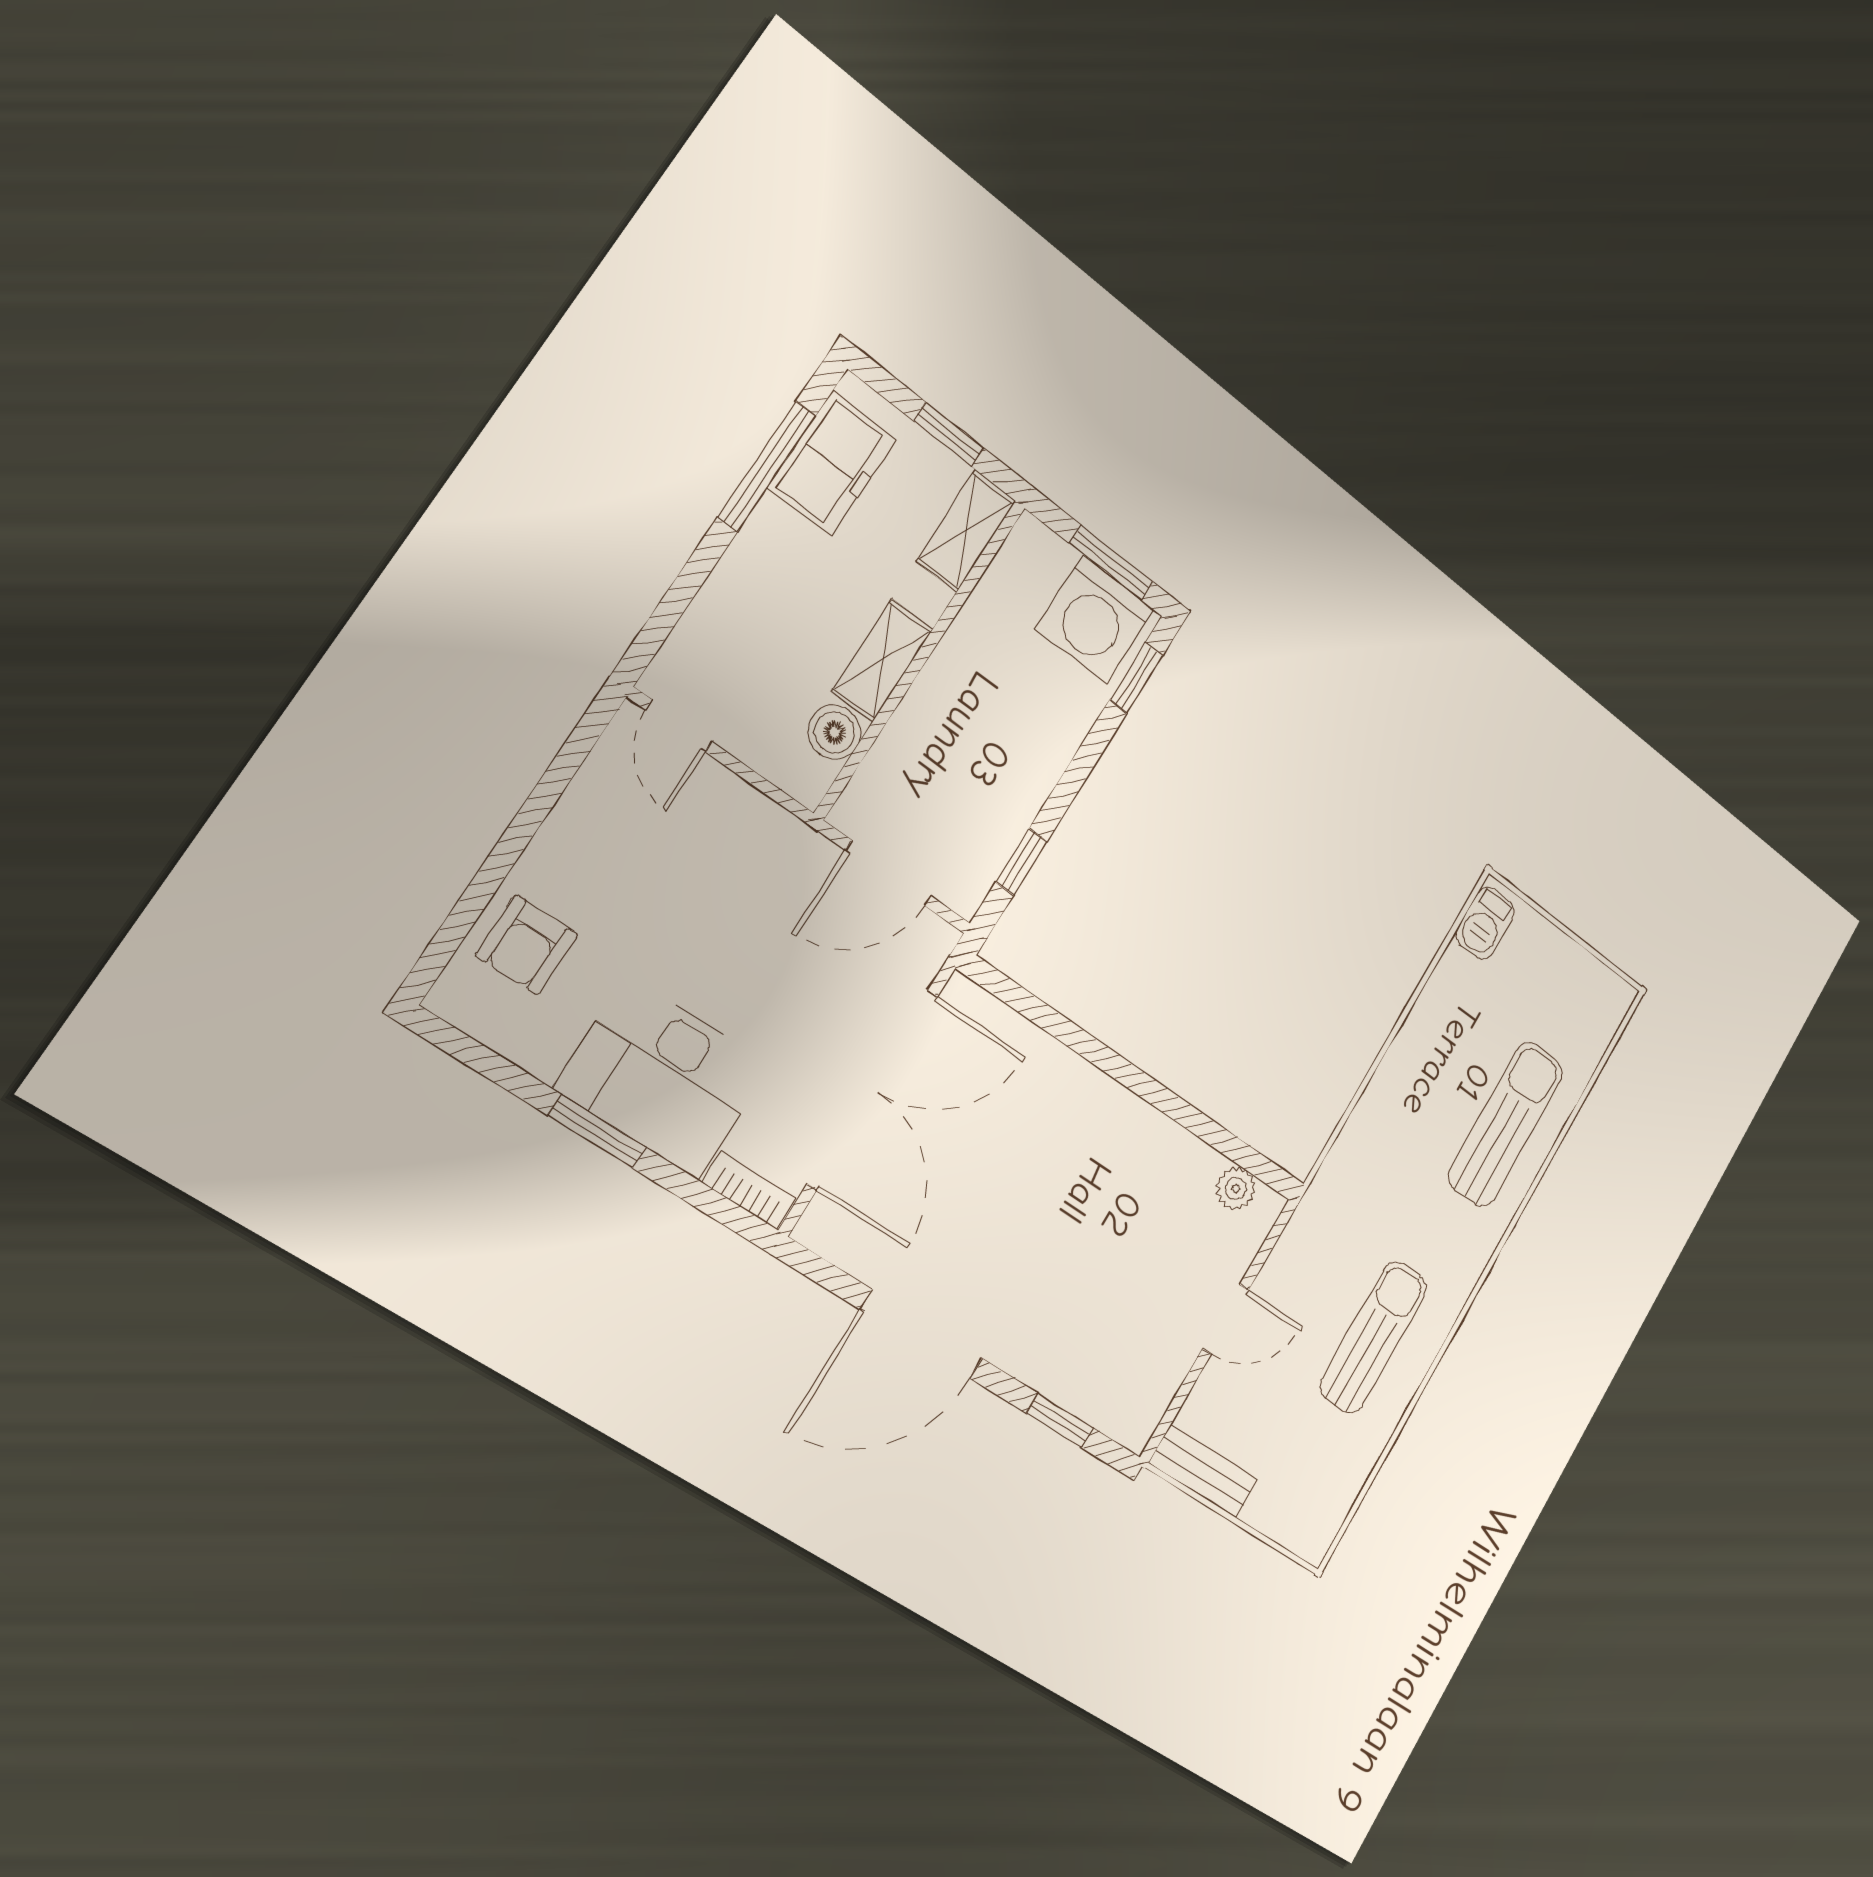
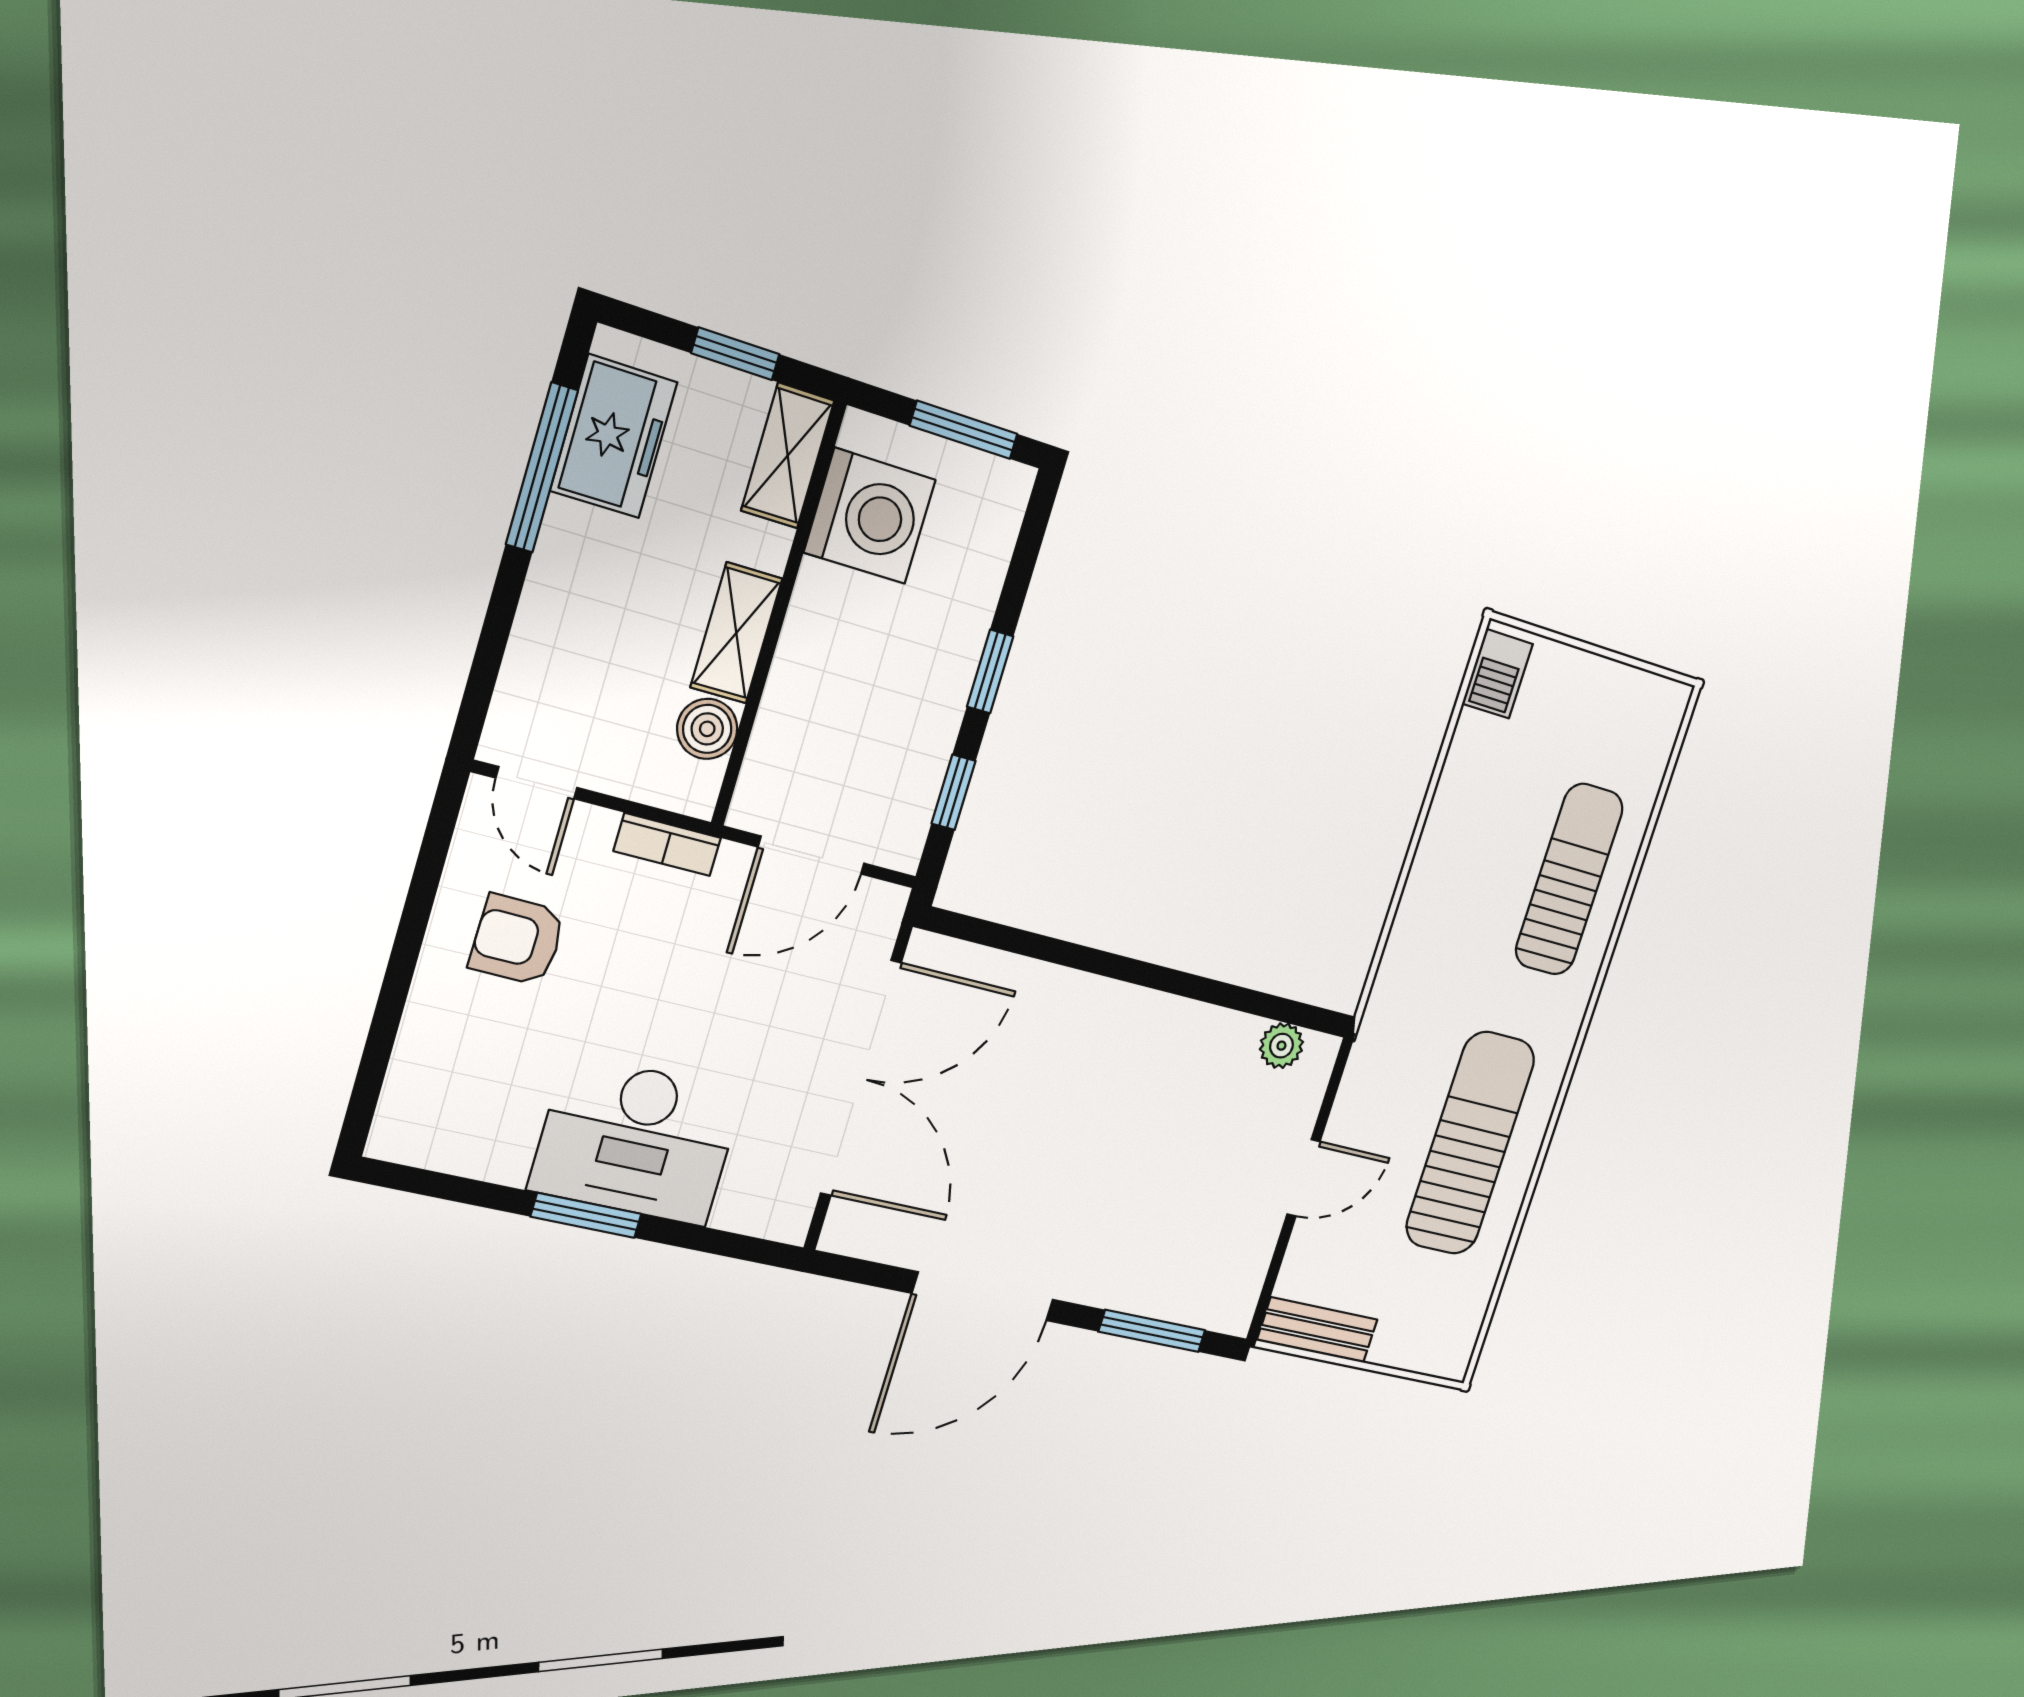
washing machine: (1095, 619) -> (870, 516), moved, turned -90
window: (1136, 678) -> (990, 671), moved
armchair: (527, 945) -> (517, 940), moved, turned 91
bookcase: (749, 1191) -> (667, 844), moved, turned 180
sun lounger: (1374, 1337) -> (1470, 1143), width x1.36, depth x1.34
window: (1060, 1421) -> (1152, 1331), width x1.50

